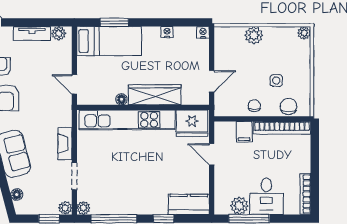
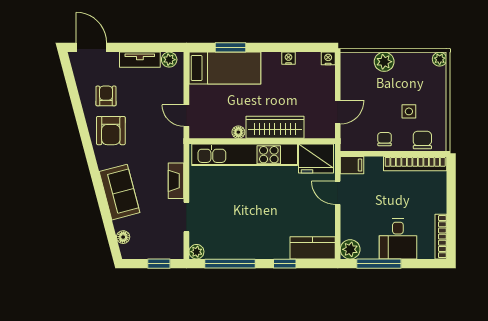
filing cabinet: (244, 132) -> (352, 165), moved, turned -90
plant: (239, 206) -> (350, 249), moved
plant: (65, 208) -> (176, 252), removed

